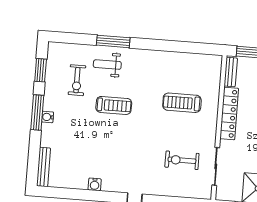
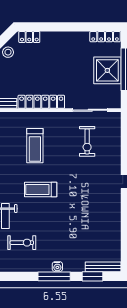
window: (41, 70) -> (93, 276), moved
treadmill: (114, 105) -> (41, 189), moved, turned -90
water cooler: (95, 184) -> (115, 219), removed

